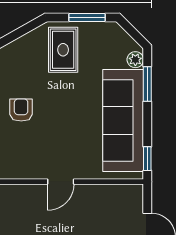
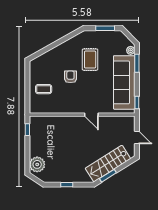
rug: (63, 50) -> (90, 60), moved
door: (61, 182) -> (91, 115), hinge flipped

